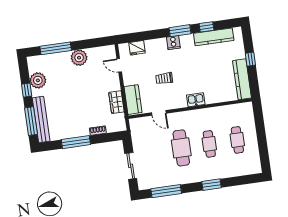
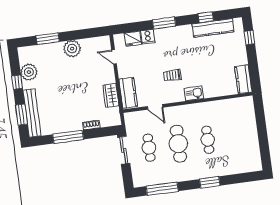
window: (180, 31) -> (164, 23), moved
cooker: (173, 43) -> (148, 37), moved
window: (56, 48) -> (48, 39), width x0.69
window: (250, 59) -> (249, 38), moved
trolley: (164, 78) -> (172, 75), moved
kitchen counter: (242, 79) -> (243, 79), width x0.67
window: (31, 121) -> (21, 115), width x0.69
cafe table: (237, 140) -> (149, 148), moved
sliding door: (131, 166) -> (124, 150), moved

